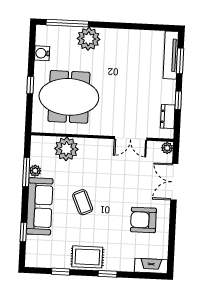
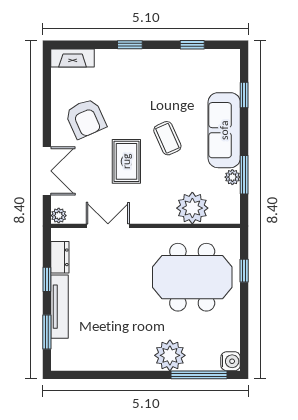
water cooler: (42, 53) -> (231, 361), moved
tv unit: (171, 55) -> (60, 307), moved
window: (30, 85) -> (244, 271), moved
armchair: (143, 220) -> (86, 118), turned 66
rug: (87, 257) -> (126, 161), moved, turned 90

